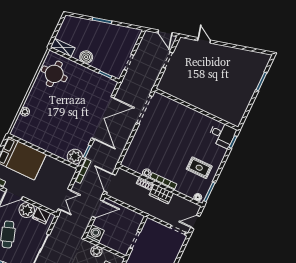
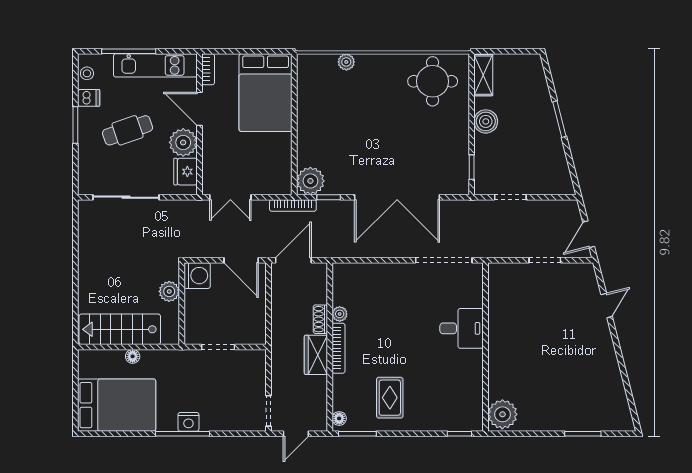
plant: (233, 116) -> (502, 414), added
desk: (222, 135) -> (462, 328), moved, turned -90
door: (195, 222) -> (296, 434), swing flipped

